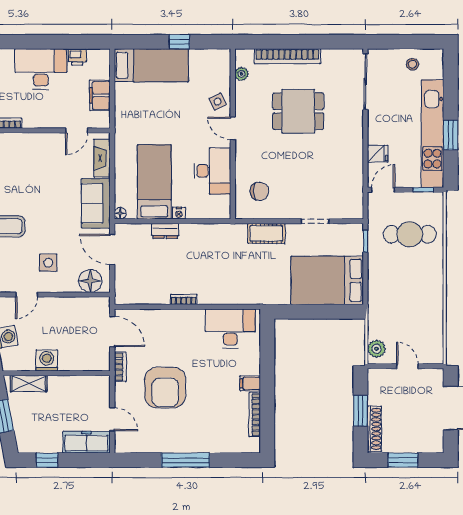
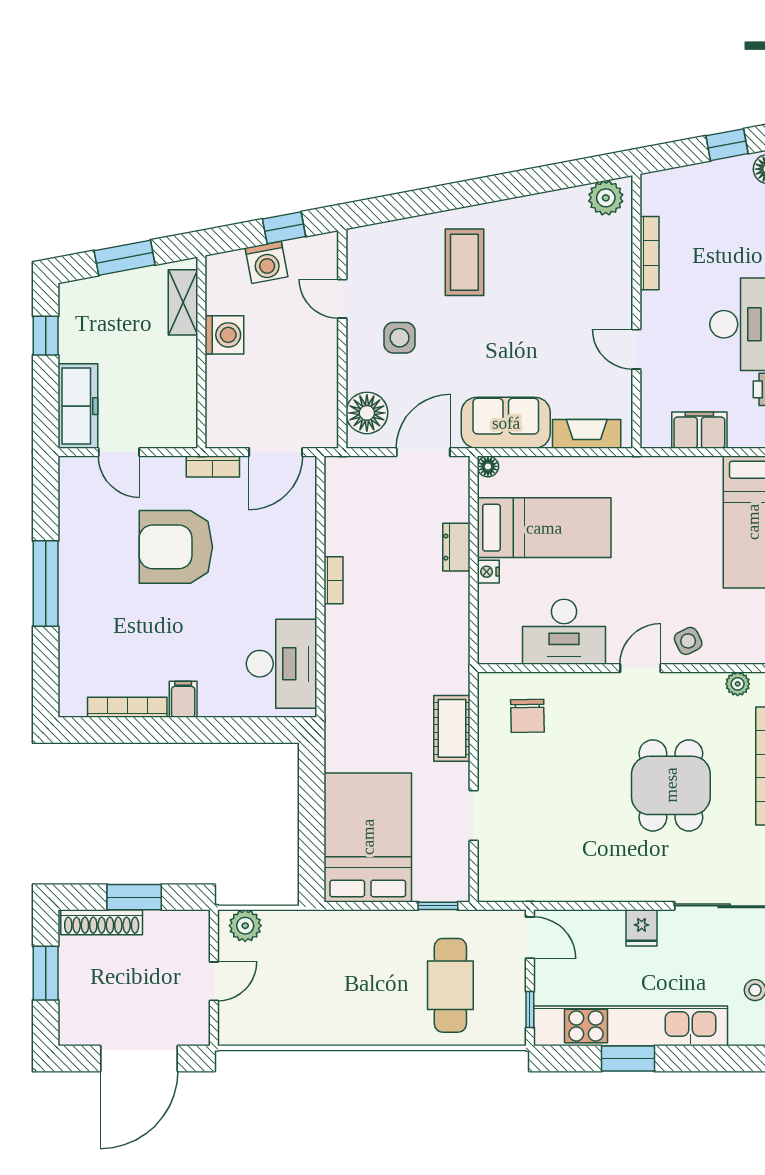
door: (77, 130) -> (636, 349), moved
fridge: (378, 154) -> (642, 928), moved
door: (112, 419) -> (119, 452), hinge flipped

